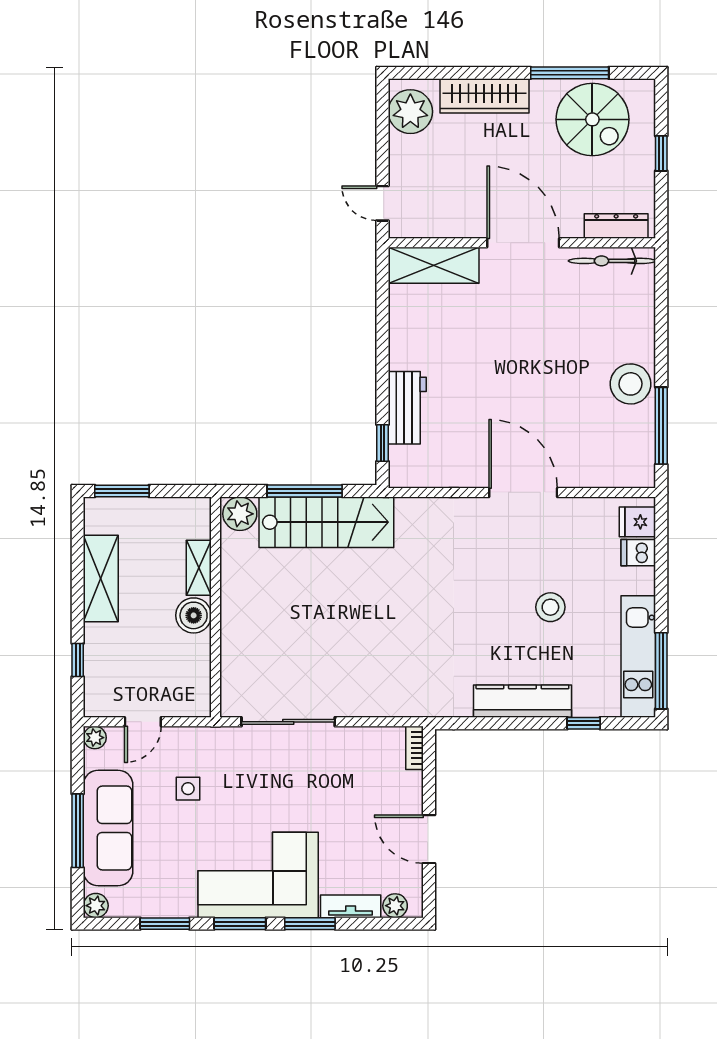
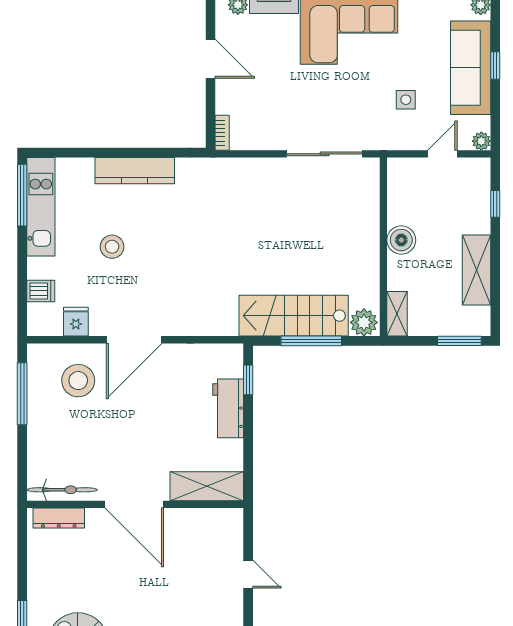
dresser: (616, 226) -> (59, 518), moved
wall: (522, 243) -> (135, 504), moved
door: (523, 243) -> (134, 504), moved
bicycle: (612, 261) -> (62, 490), moved
shelving: (434, 265) -> (207, 486), moved
stool: (630, 384) -> (78, 381), moved
door: (523, 492) -> (134, 340), hinge flipped
fridge: (637, 522) -> (76, 322), moved, turned -90
shelving: (199, 568) -> (397, 314), moved
window: (584, 723) -> (85, 153), removed
window: (78, 831) -> (495, 65), width x0.46

